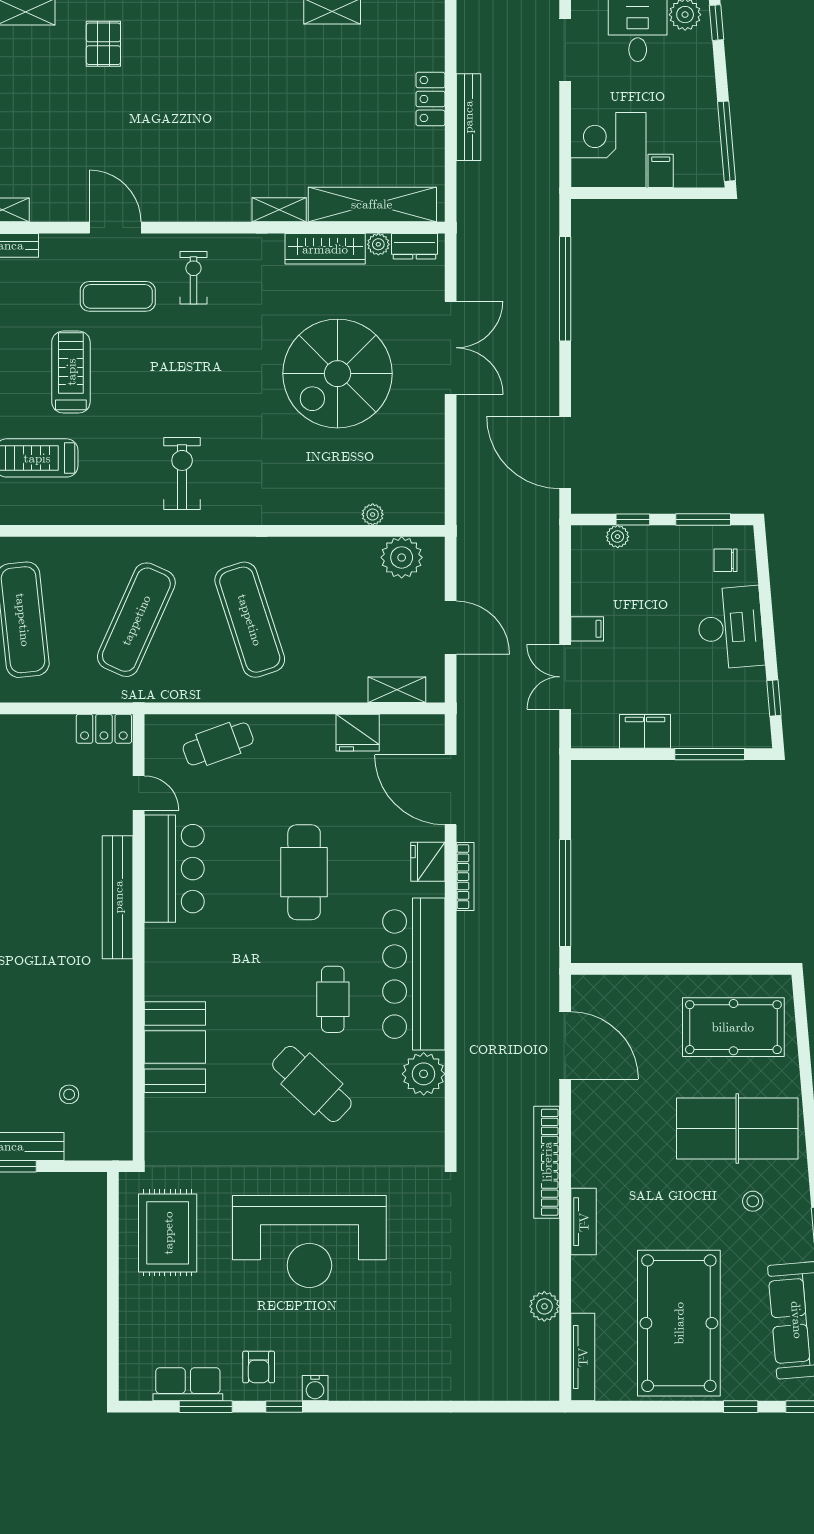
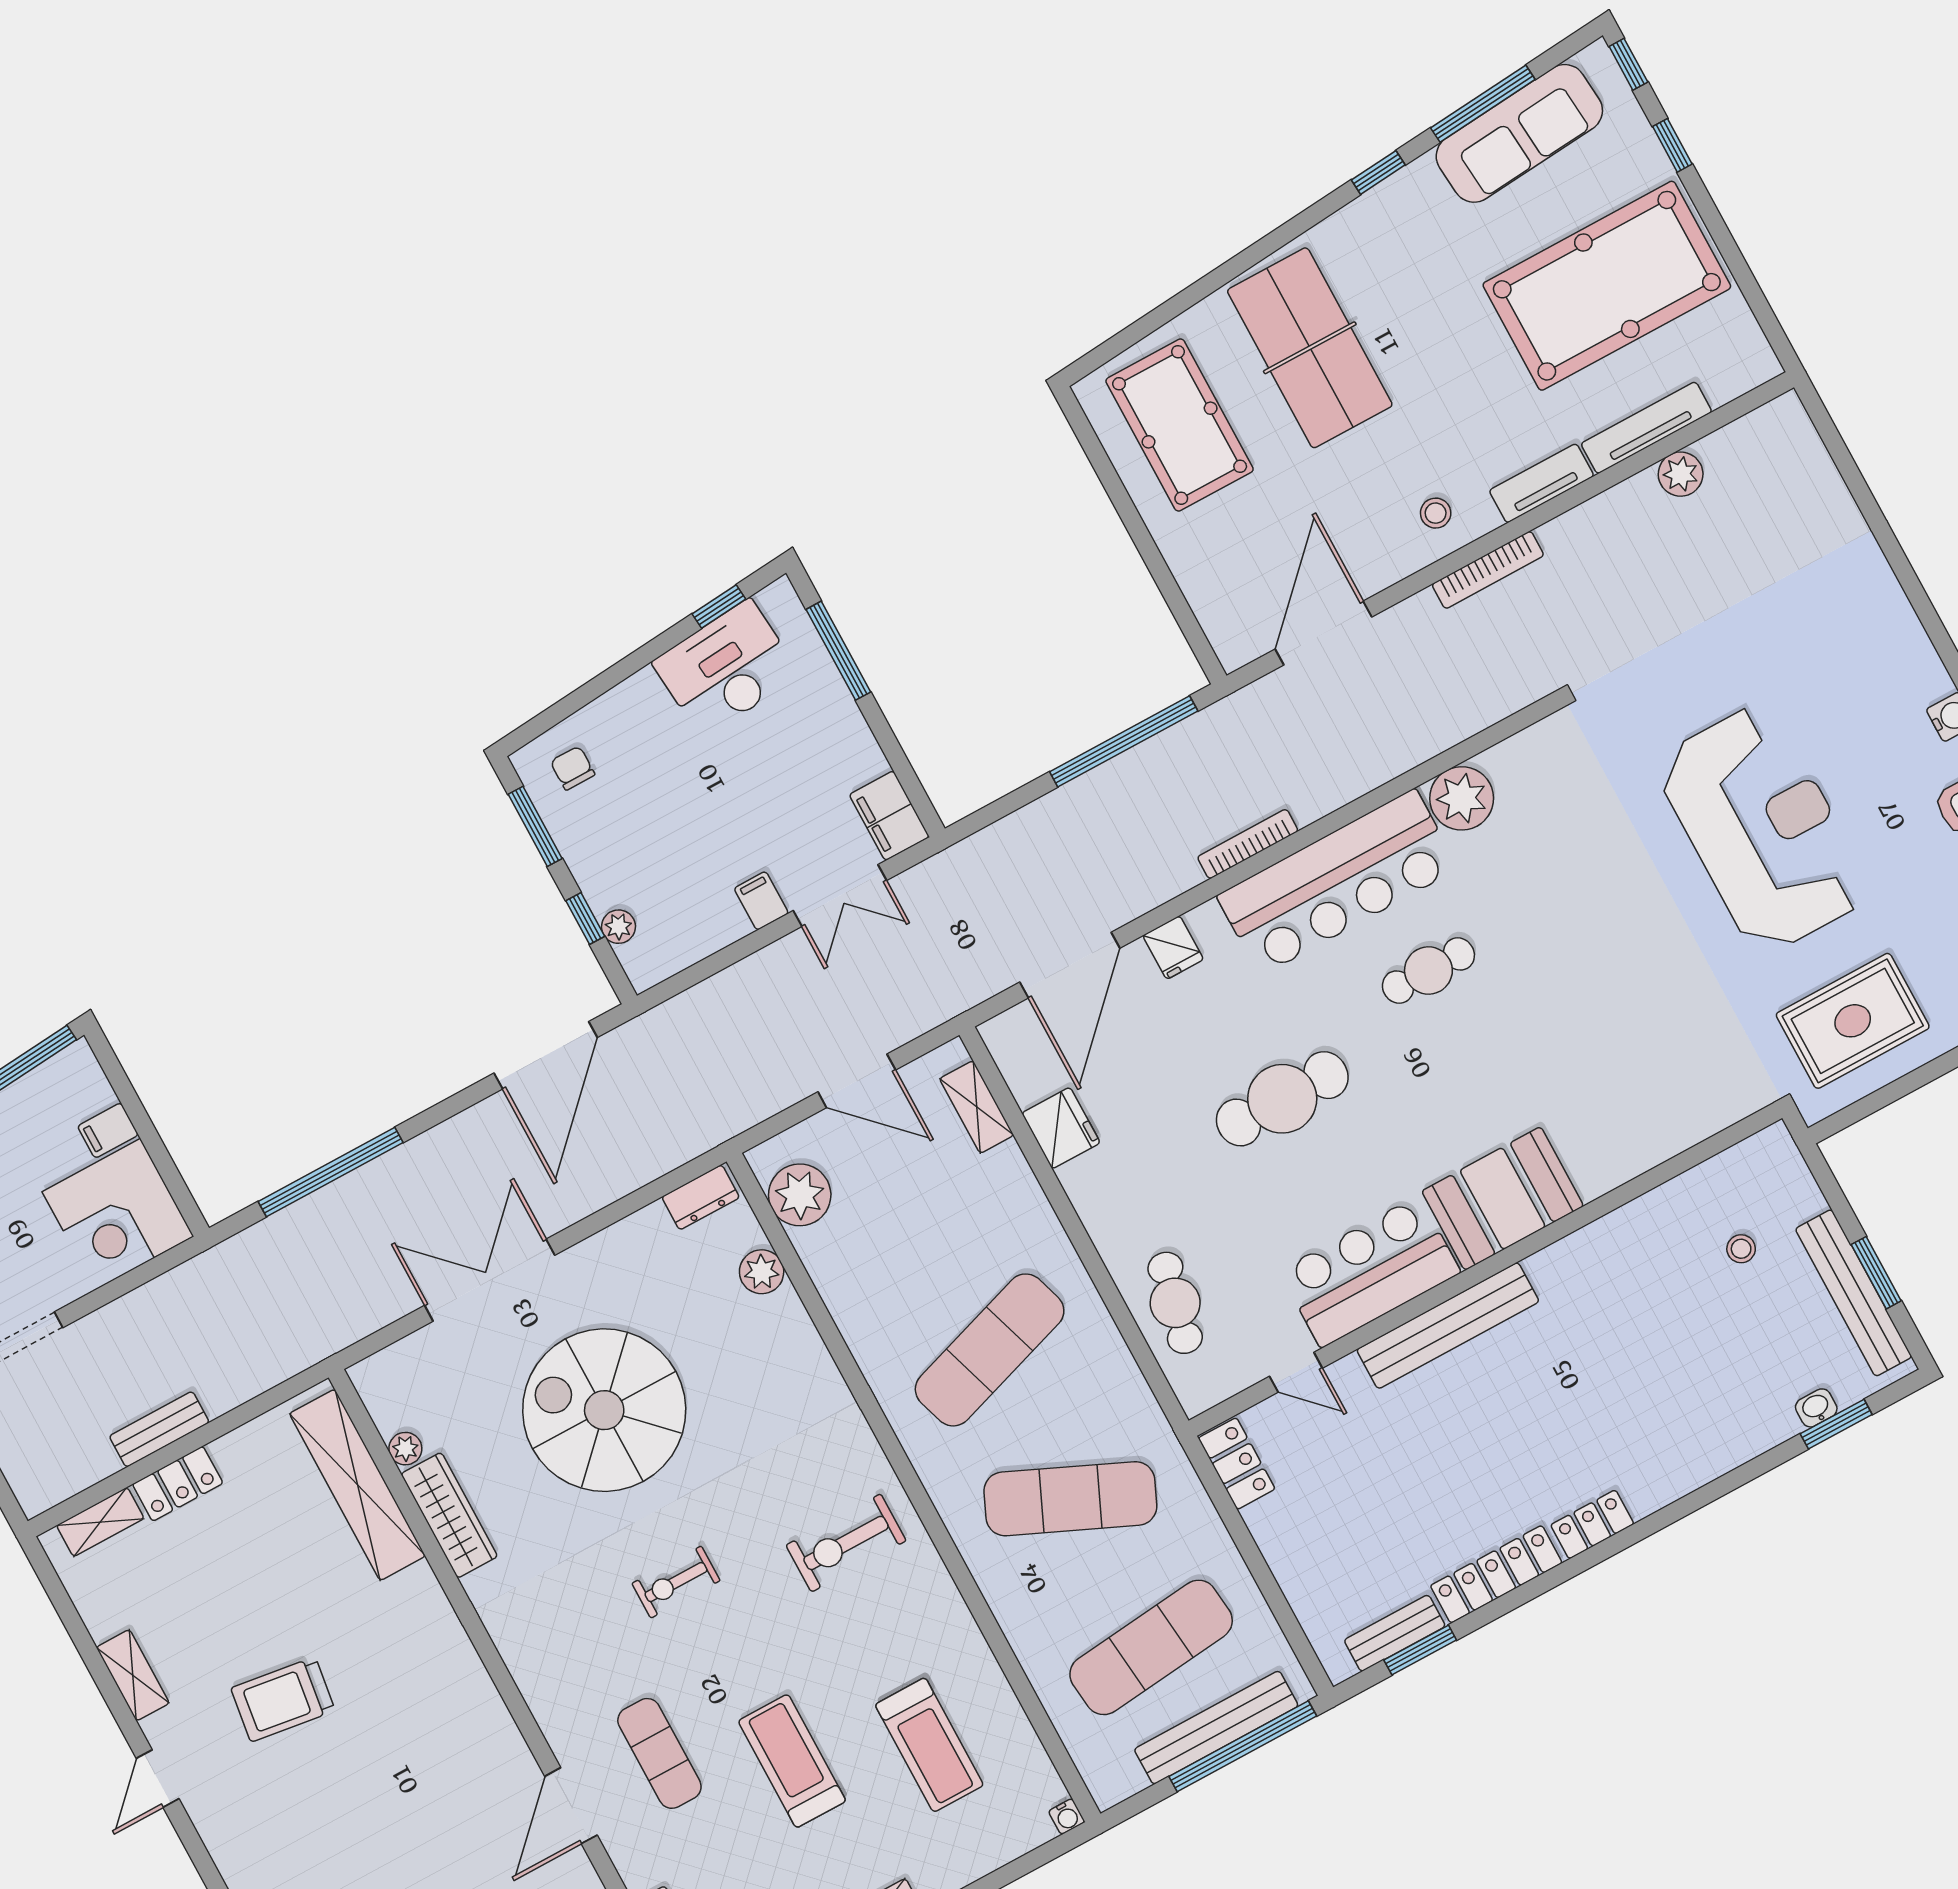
trolley: (270, 92) -> (283, 1699), added
bench: (468, 117) -> (159, 1429), width x0.73
shelving: (279, 210) -> (100, 1522), moved, turned 90
dresser: (415, 246) -> (701, 1197), moved, turned 90
exercise bike: (193, 278) -> (676, 1582), moved
treadmill: (71, 372) -> (792, 1761), turned 90
spiral stairs: (337, 374) -> (604, 1410), turned 180
plant: (373, 514) -> (762, 1272), width x1.38, depth x1.38
chair: (726, 560) -> (573, 768), turned 180
door: (451, 627) -> (857, 1081), swing flipped
desk: (730, 628) -> (726, 668), moved
filing cabinet: (645, 731) -> (889, 816), moved
cafe table: (218, 744) -> (1175, 1303), turned 33
door: (139, 793) -> (1296, 1372), swing flipped
fridge: (428, 862) -> (1173, 948), width x0.72
bookcase: (465, 877) -> (1248, 844), moved
booth: (175, 1047) -> (1503, 1199), moved
cafe table: (312, 1084) -> (1554, 938), removed
bookcase: (547, 1162) -> (1488, 570), width x0.68, depth x0.76
stool: (753, 1201) -> (1436, 513), moved
tv unit: (583, 1357) -> (1646, 428), moved

